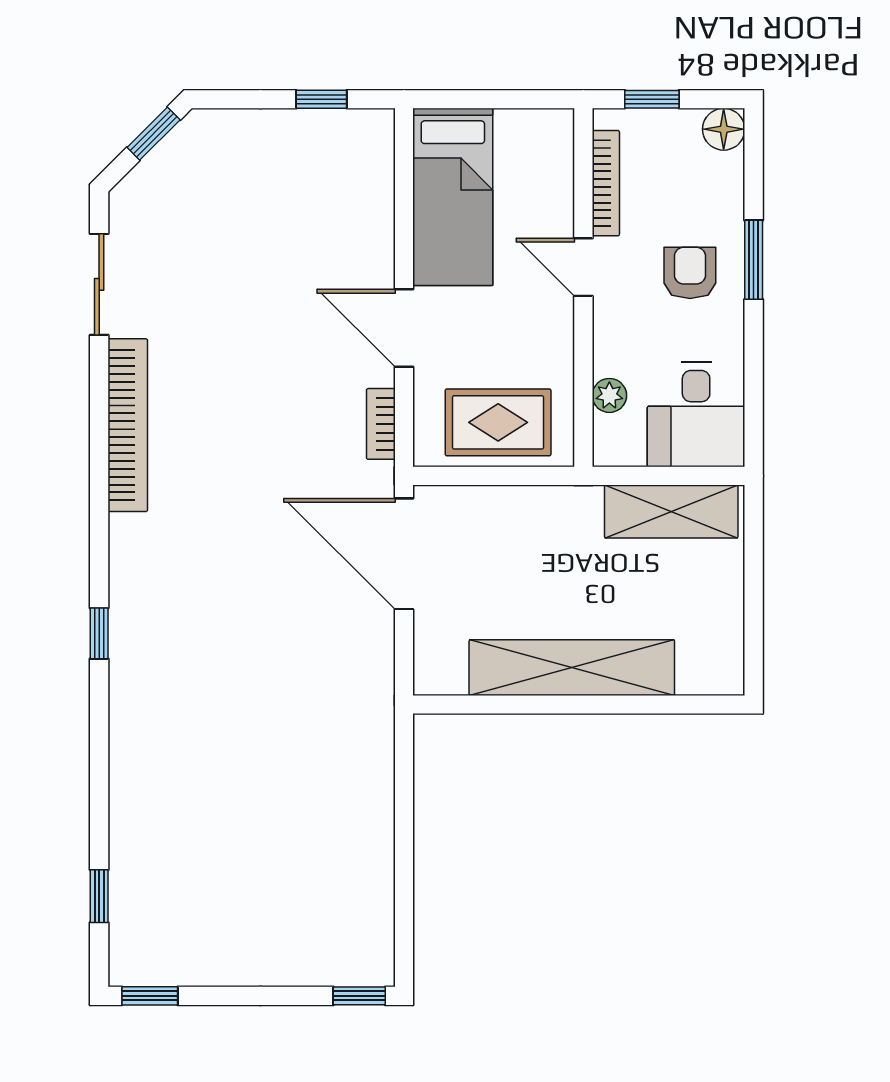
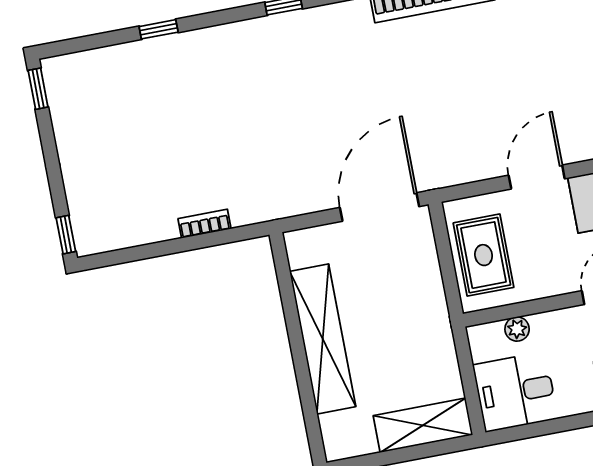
bookcase: (381, 424) -> (204, 224), moved
shelving: (671, 511) -> (423, 425), moved, turned 90
window: (99, 896) -> (159, 29), moved

